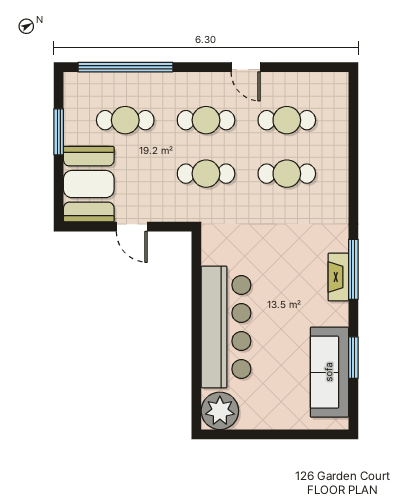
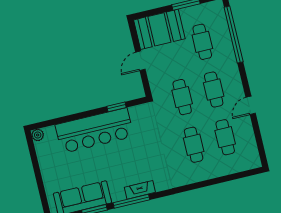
window: (353, 269) -> (131, 201), moved
window: (196, 282) -> (116, 107), added
plant: (220, 411) -> (38, 135), width x0.53, depth x0.53

